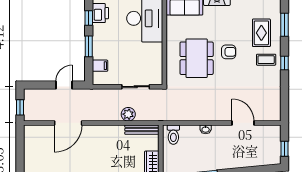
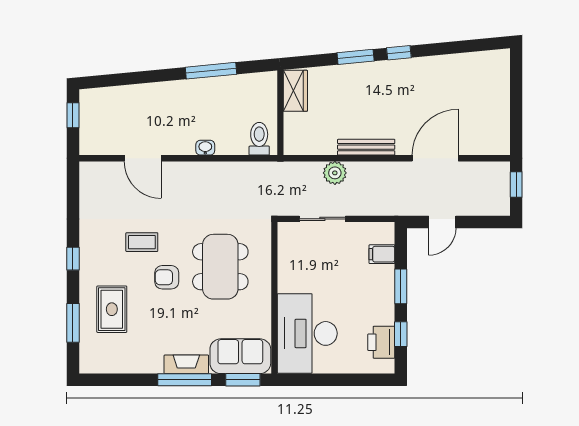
coffee table: (266, 60) -> (142, 242), moved
bench: (142, 130) -> (366, 147), moved

